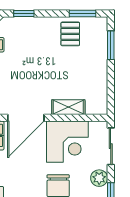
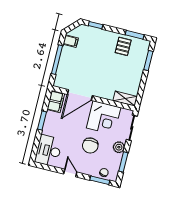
shelving: (68, 107) -> (125, 99), moved

